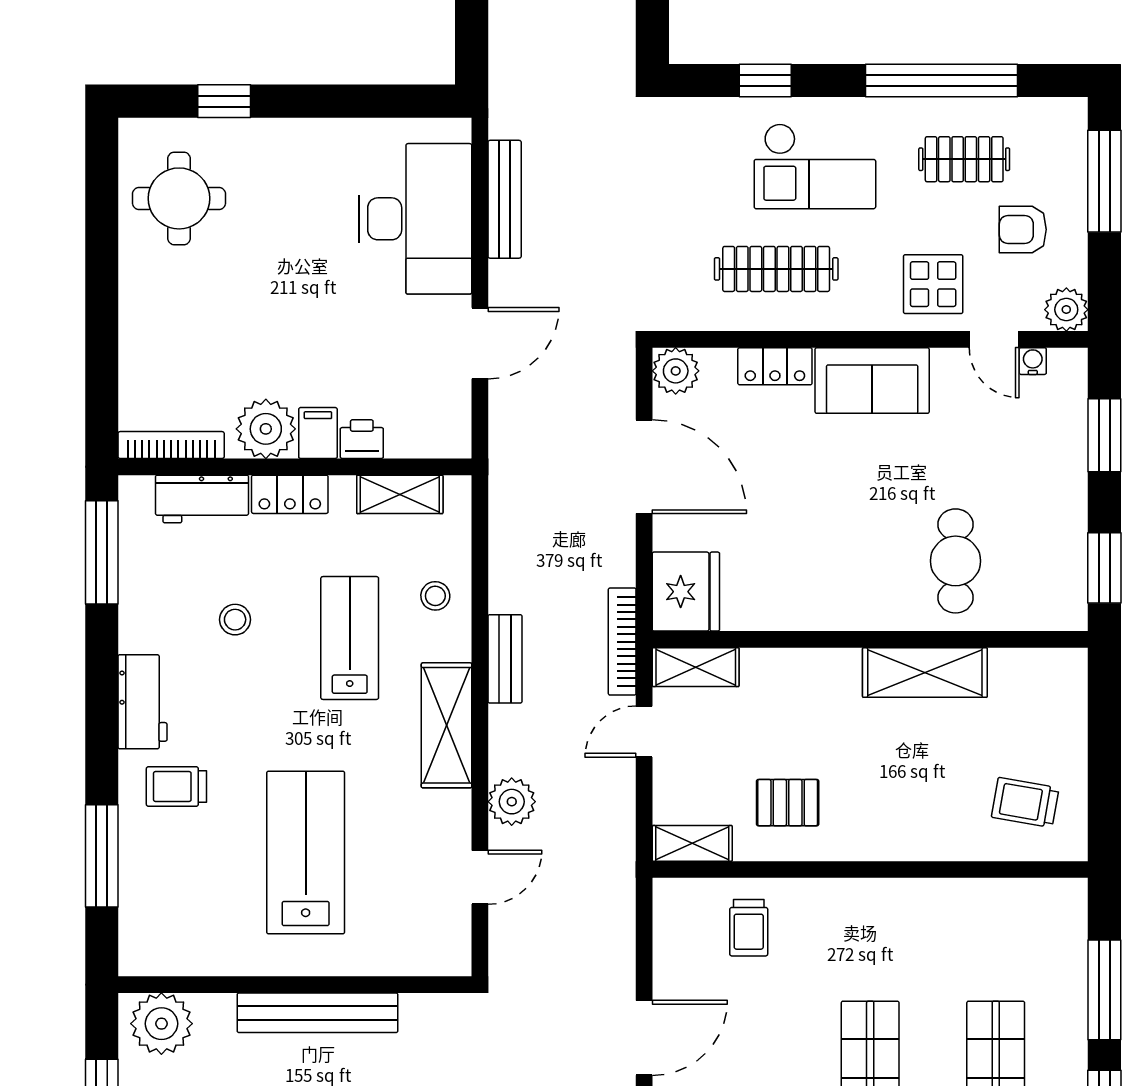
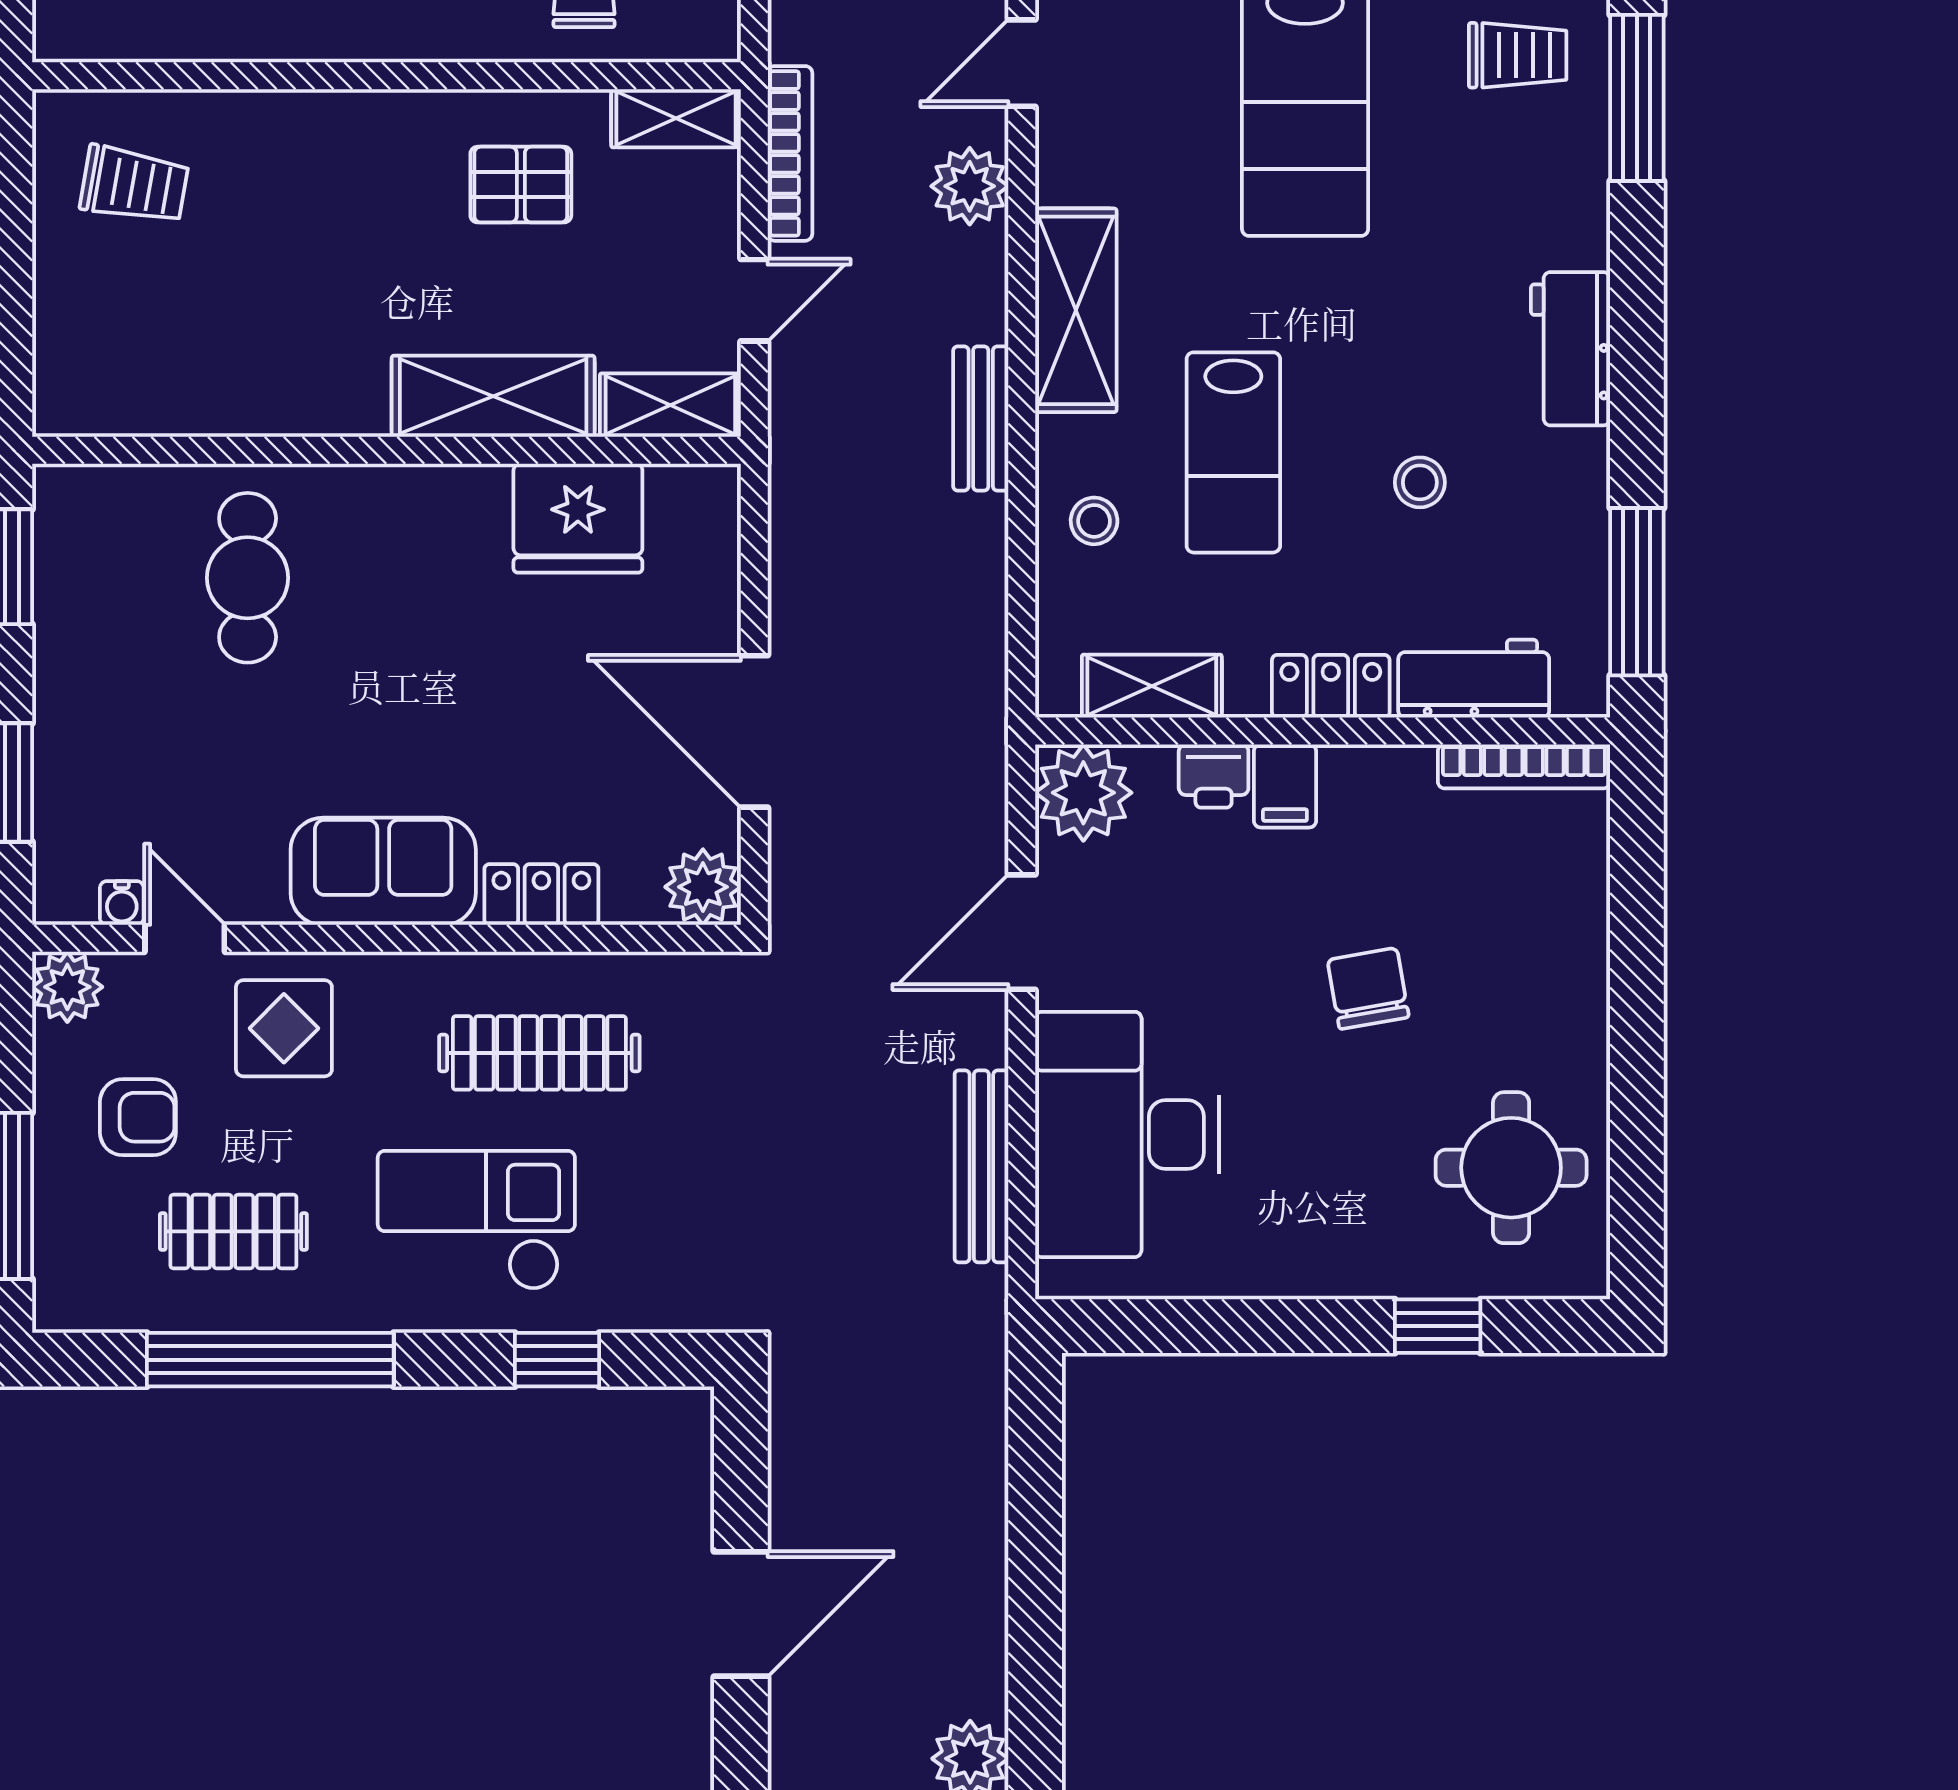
chair: (267, 309) -> (1368, 988), added
plant: (266, 429) -> (1083, 793), moved
fridge: (686, 592) -> (578, 518), moved, turned -90
bookcase: (622, 642) -> (790, 153), moved
shelving: (925, 673) -> (493, 396), moved
trolley: (176, 786) -> (1518, 55), moved

